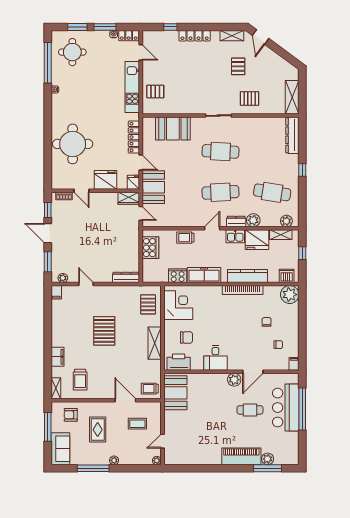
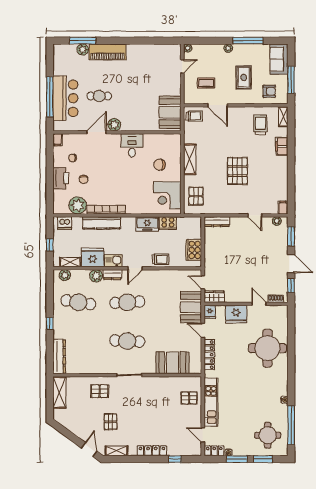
freezer: (204, 275) -> (147, 224), width x0.71
plant: (290, 295) -> (78, 205), moved
printer: (179, 362) -> (61, 178), moved, turned -90

